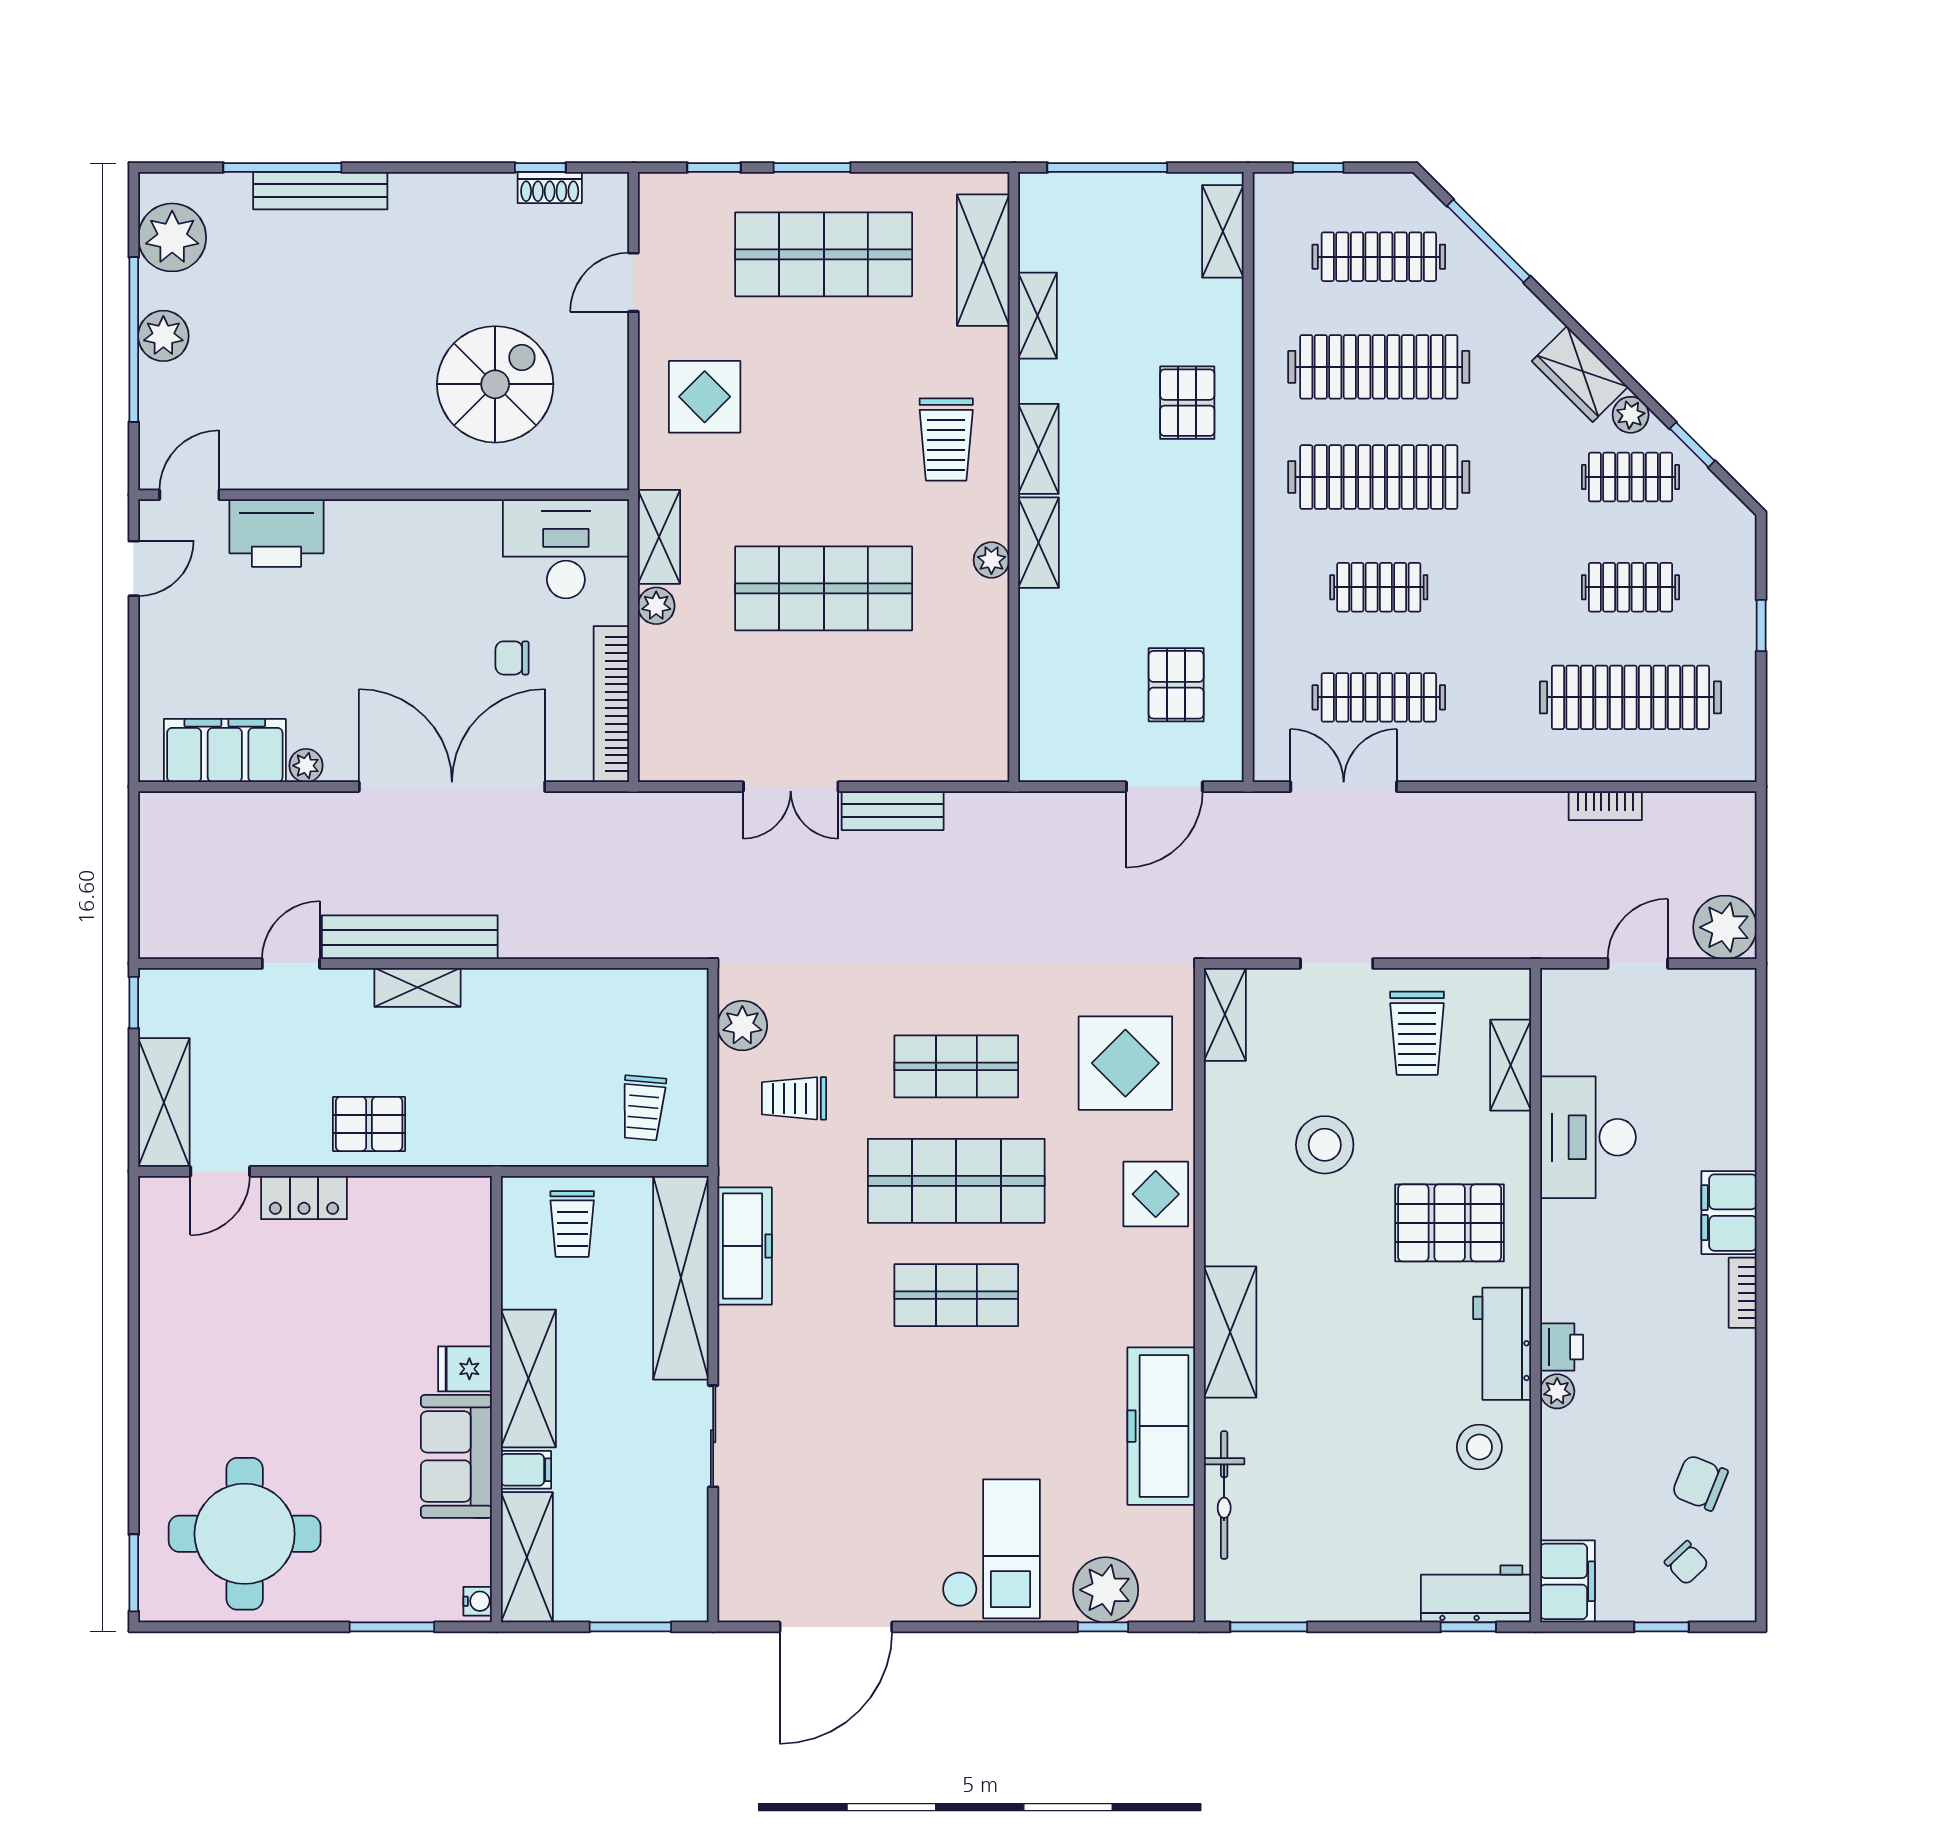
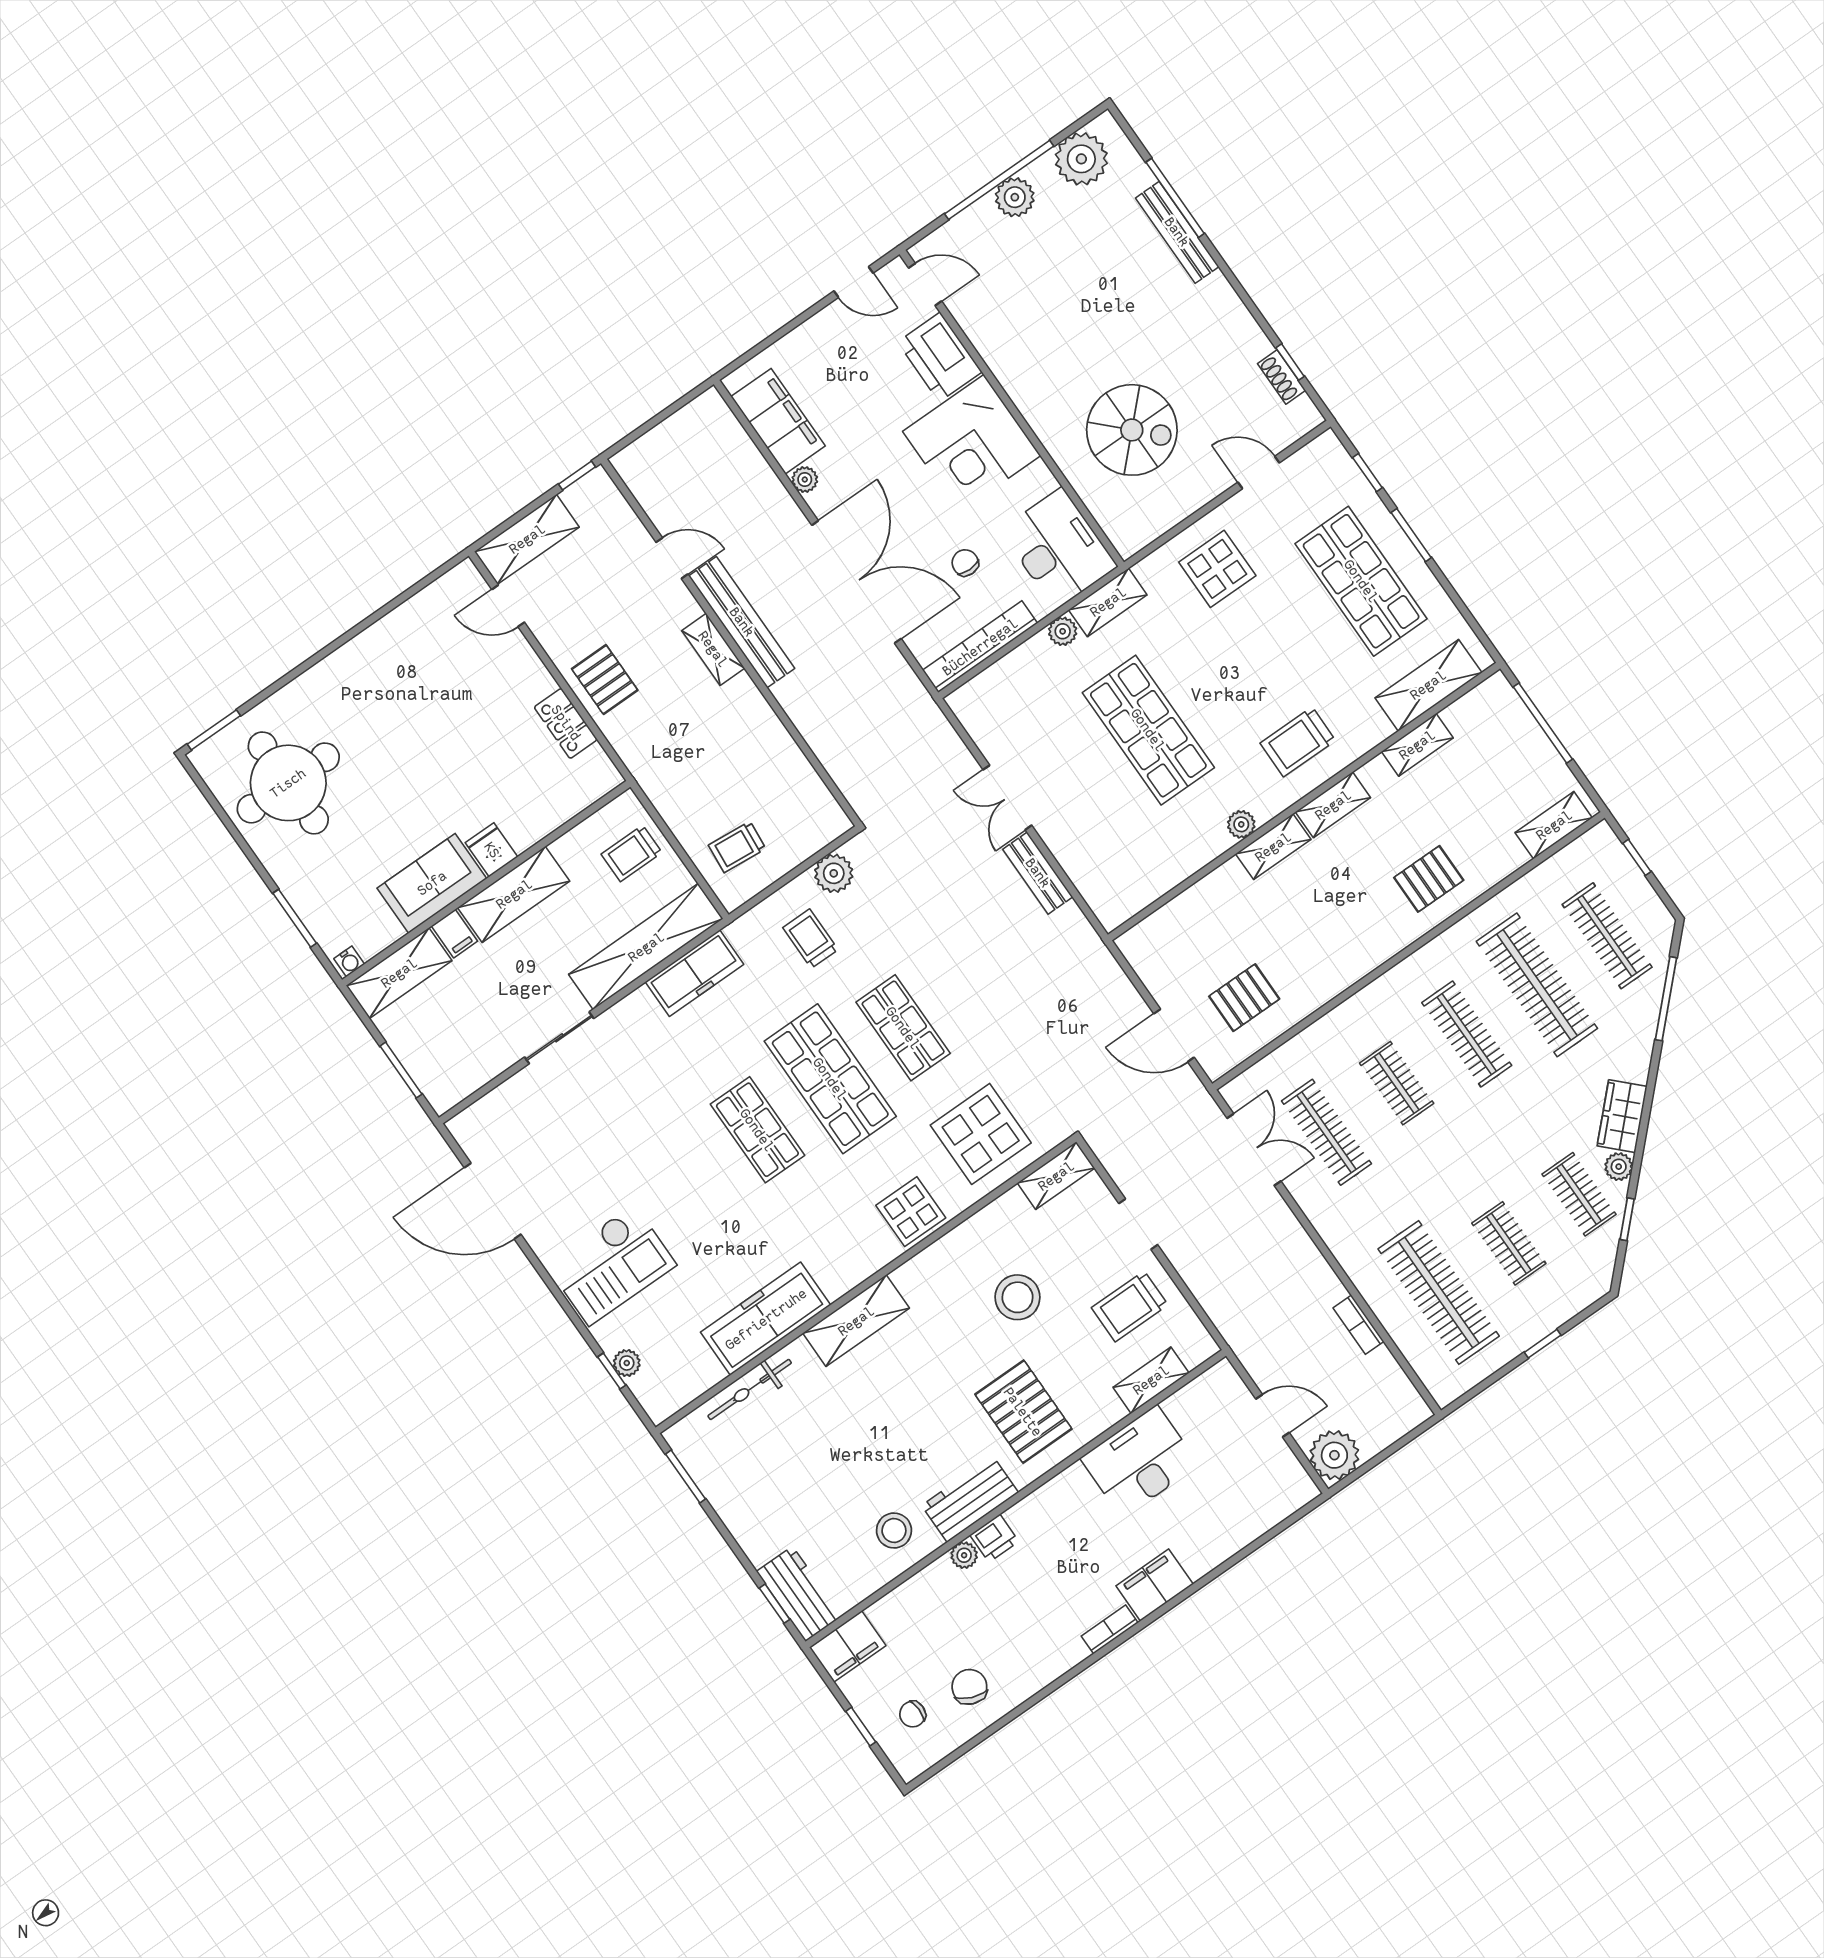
clothes rail: (1379, 477) -> (1467, 1034), width x0.73, depth x0.76
corner desk: (391, 563) -> (972, 443), added
locker: (304, 1197) -> (566, 723), moved
chair: (1687, 1563) -> (913, 1714), turned 43
plant: (1106, 1590) -> (627, 1363), width x0.53, depth x0.53

